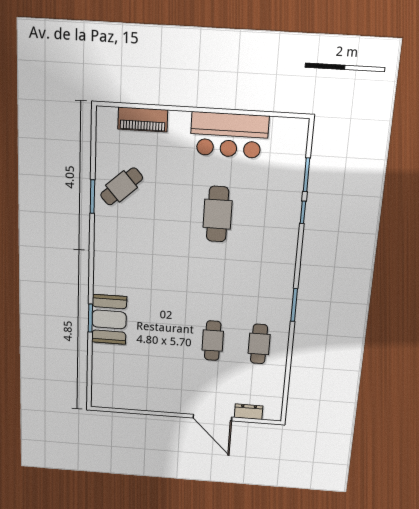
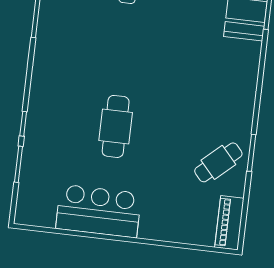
piano: (143, 119) -> (229, 223), moved, turned -90

